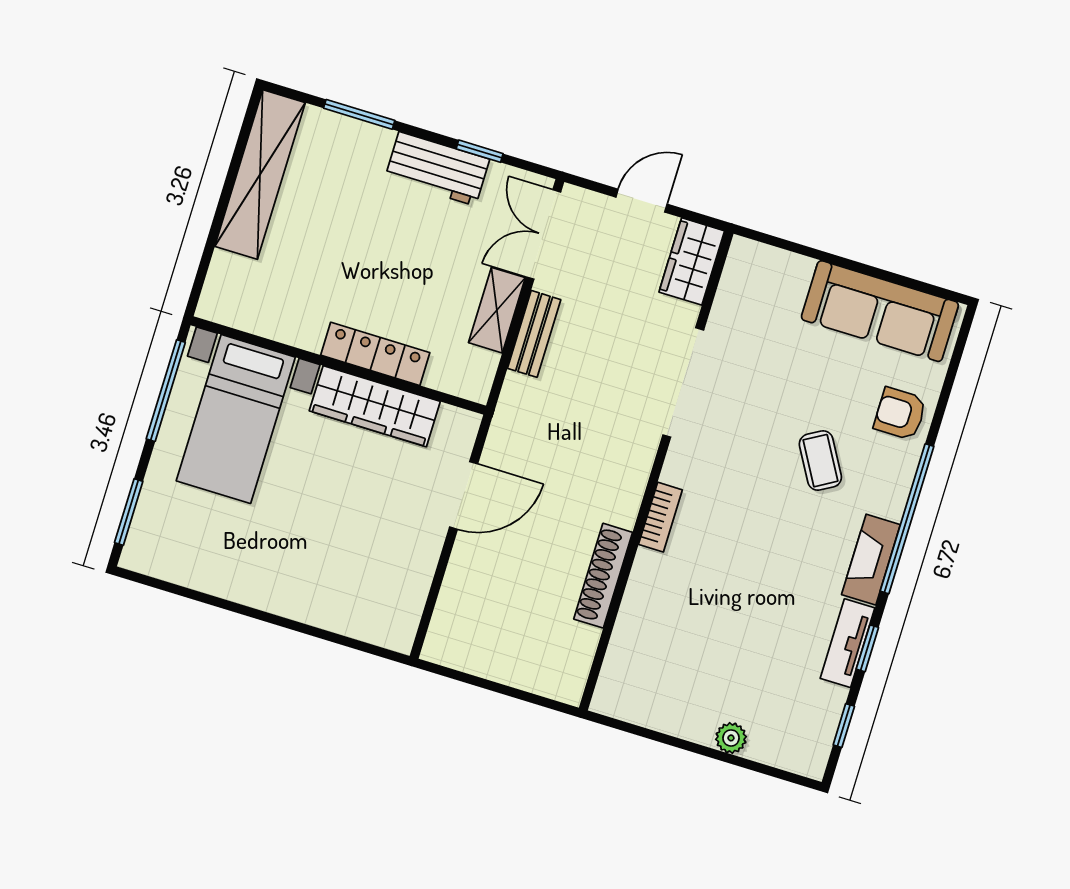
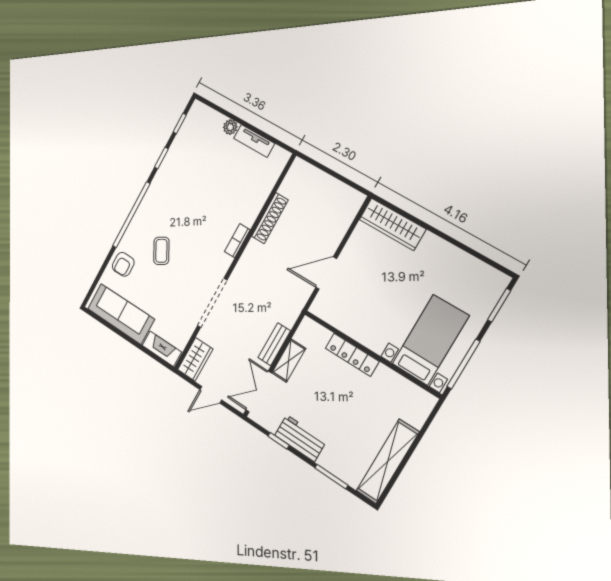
double door: (543, 234) -> (259, 391), swing flipped
wardrobe: (375, 406) -> (392, 224), moved, turned 180
armchair: (900, 414) -> (123, 264), turned 90
fireplace: (871, 560) -> (162, 349), moved, turned -90
tv unit: (847, 643) -> (254, 141), moved, turned 90

